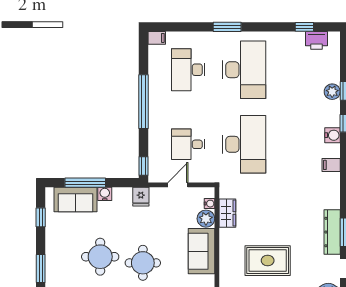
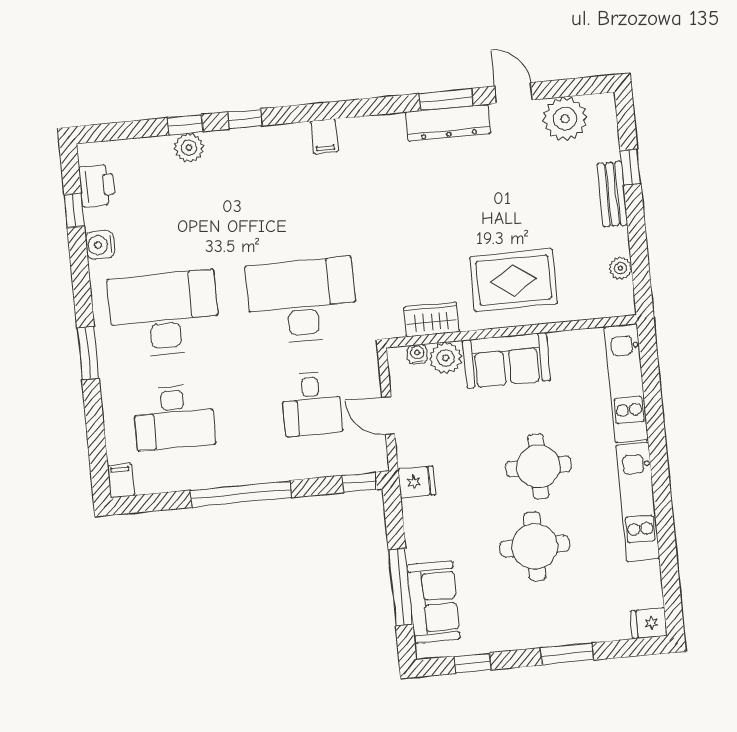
water cooler: (332, 135) -> (100, 245), moved, turned -90
water cooler: (105, 194) -> (418, 549), removed
rug: (268, 261) -> (514, 280), moved, turned 90

